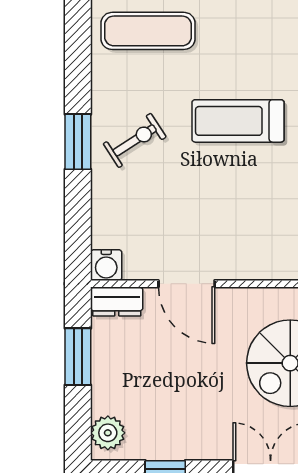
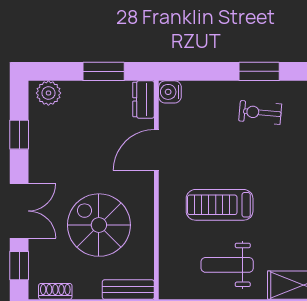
treadmill: (238, 121) -> (220, 205), moved, turned -90
exercise bike: (135, 140) -> (260, 113), turned 128

